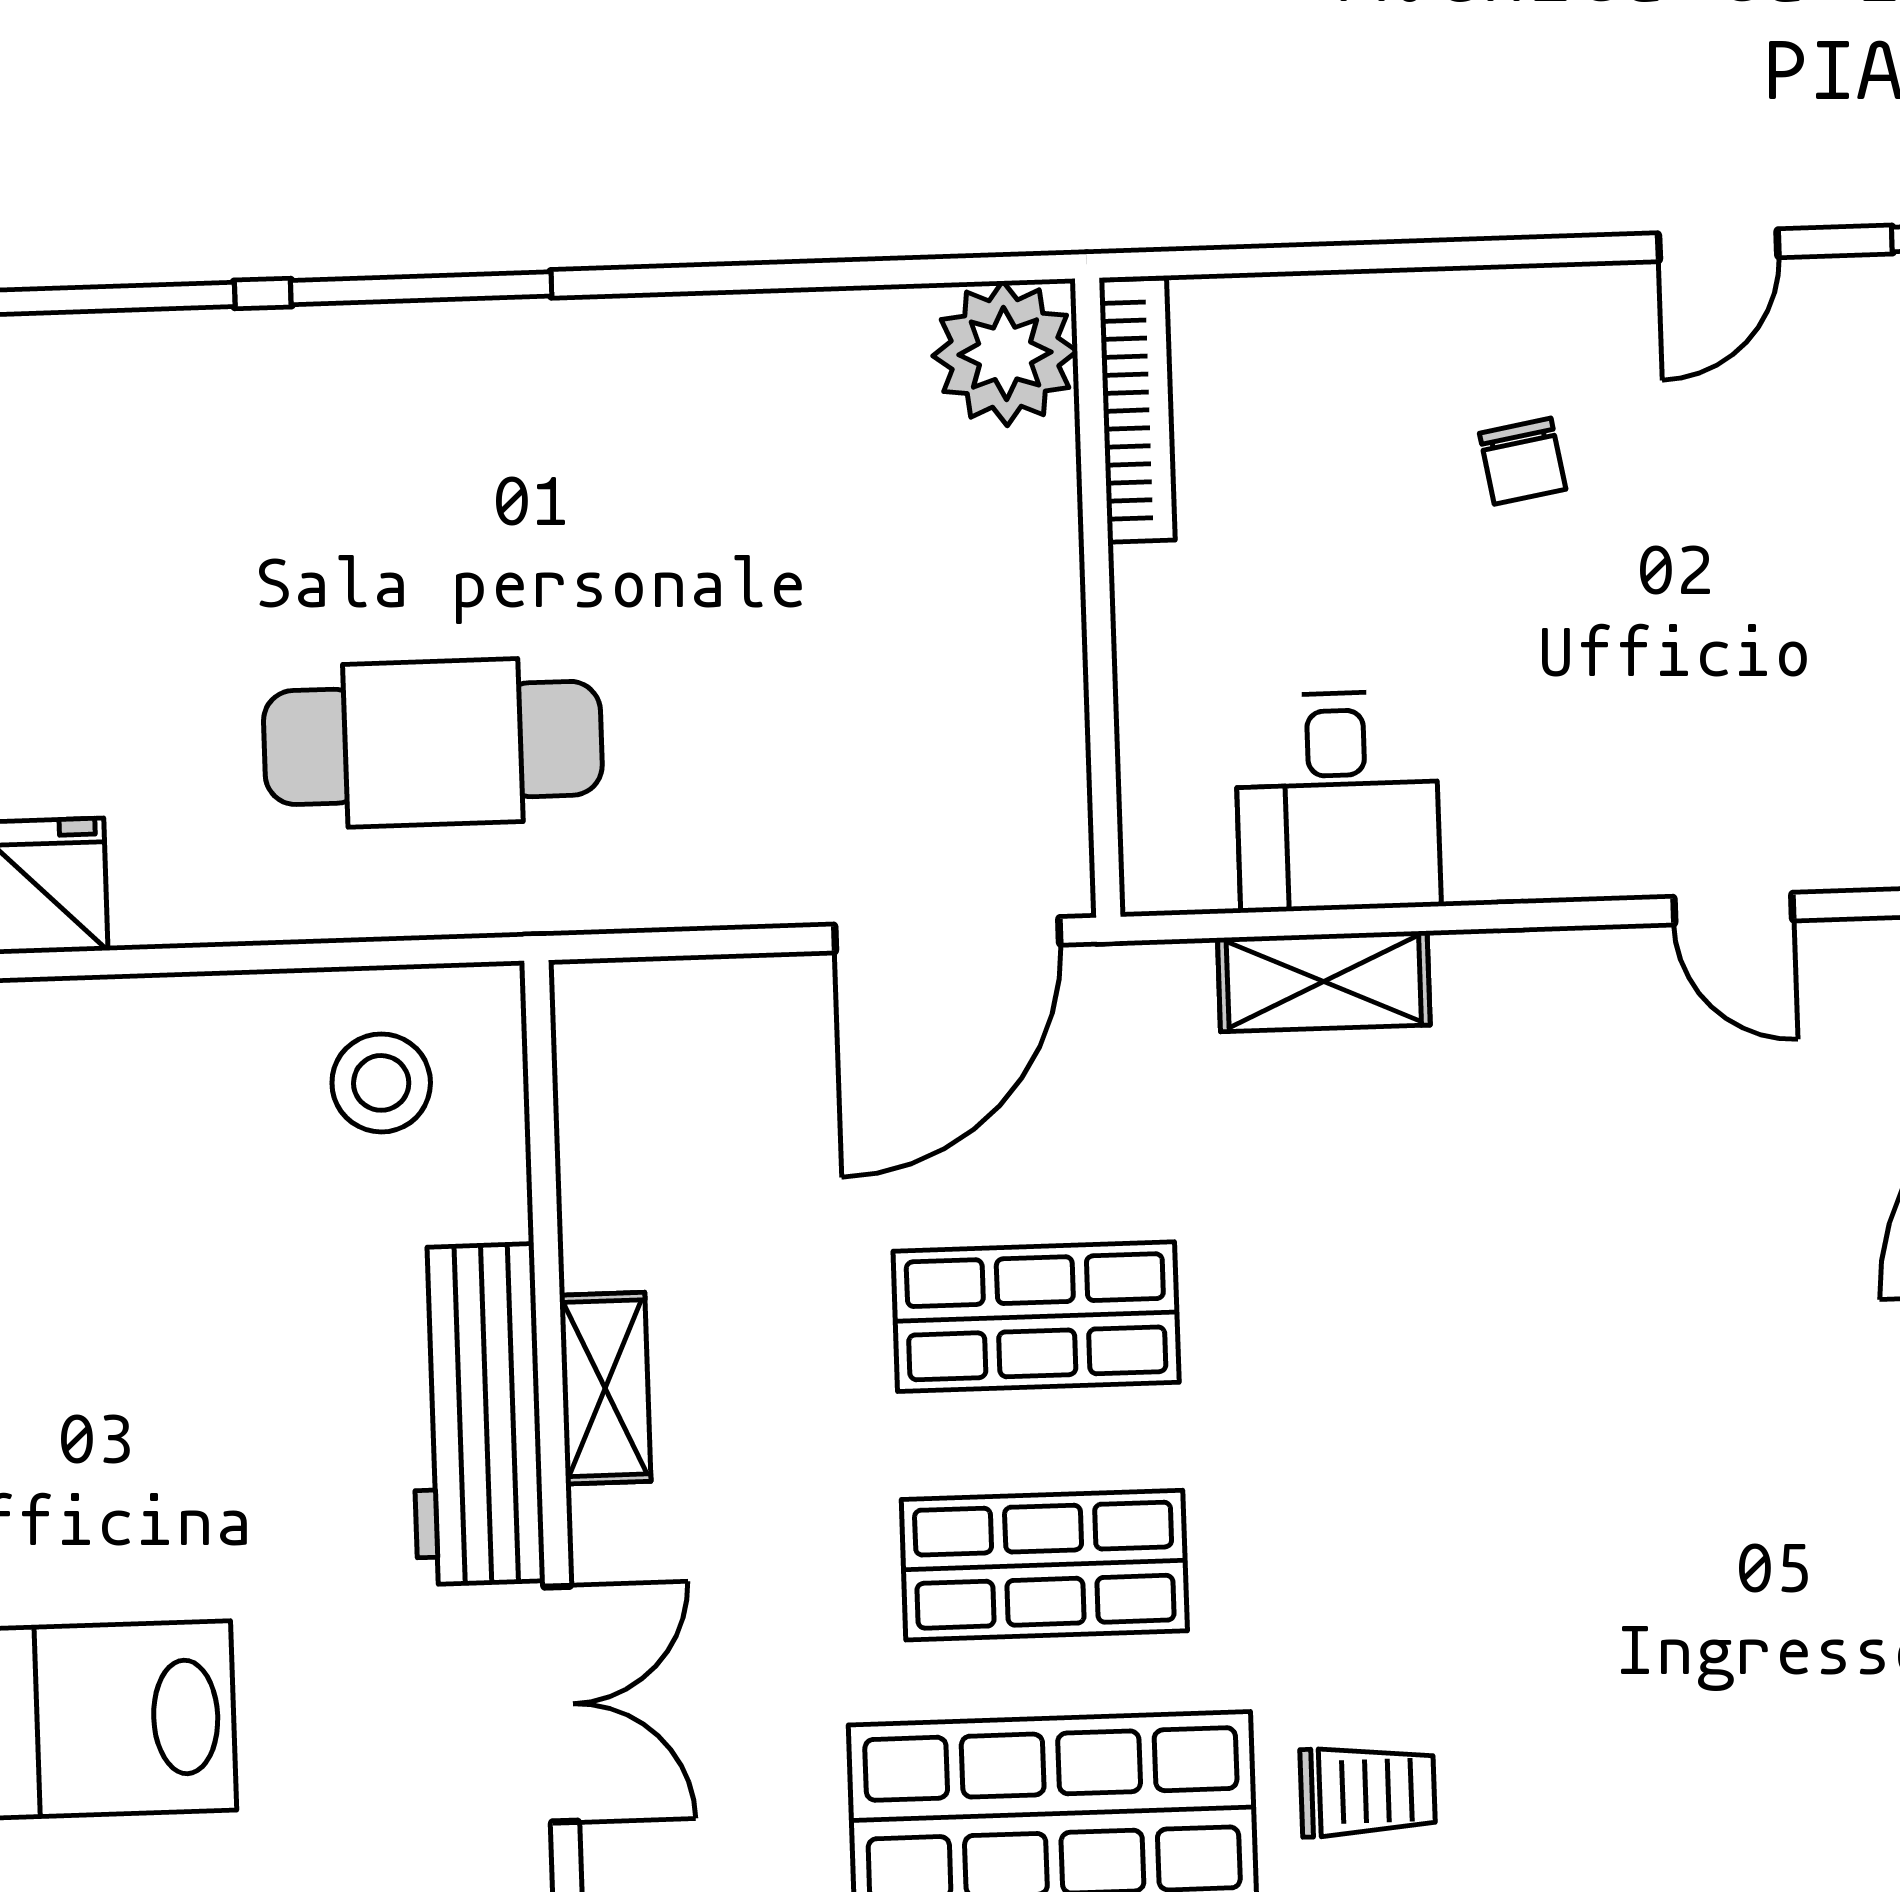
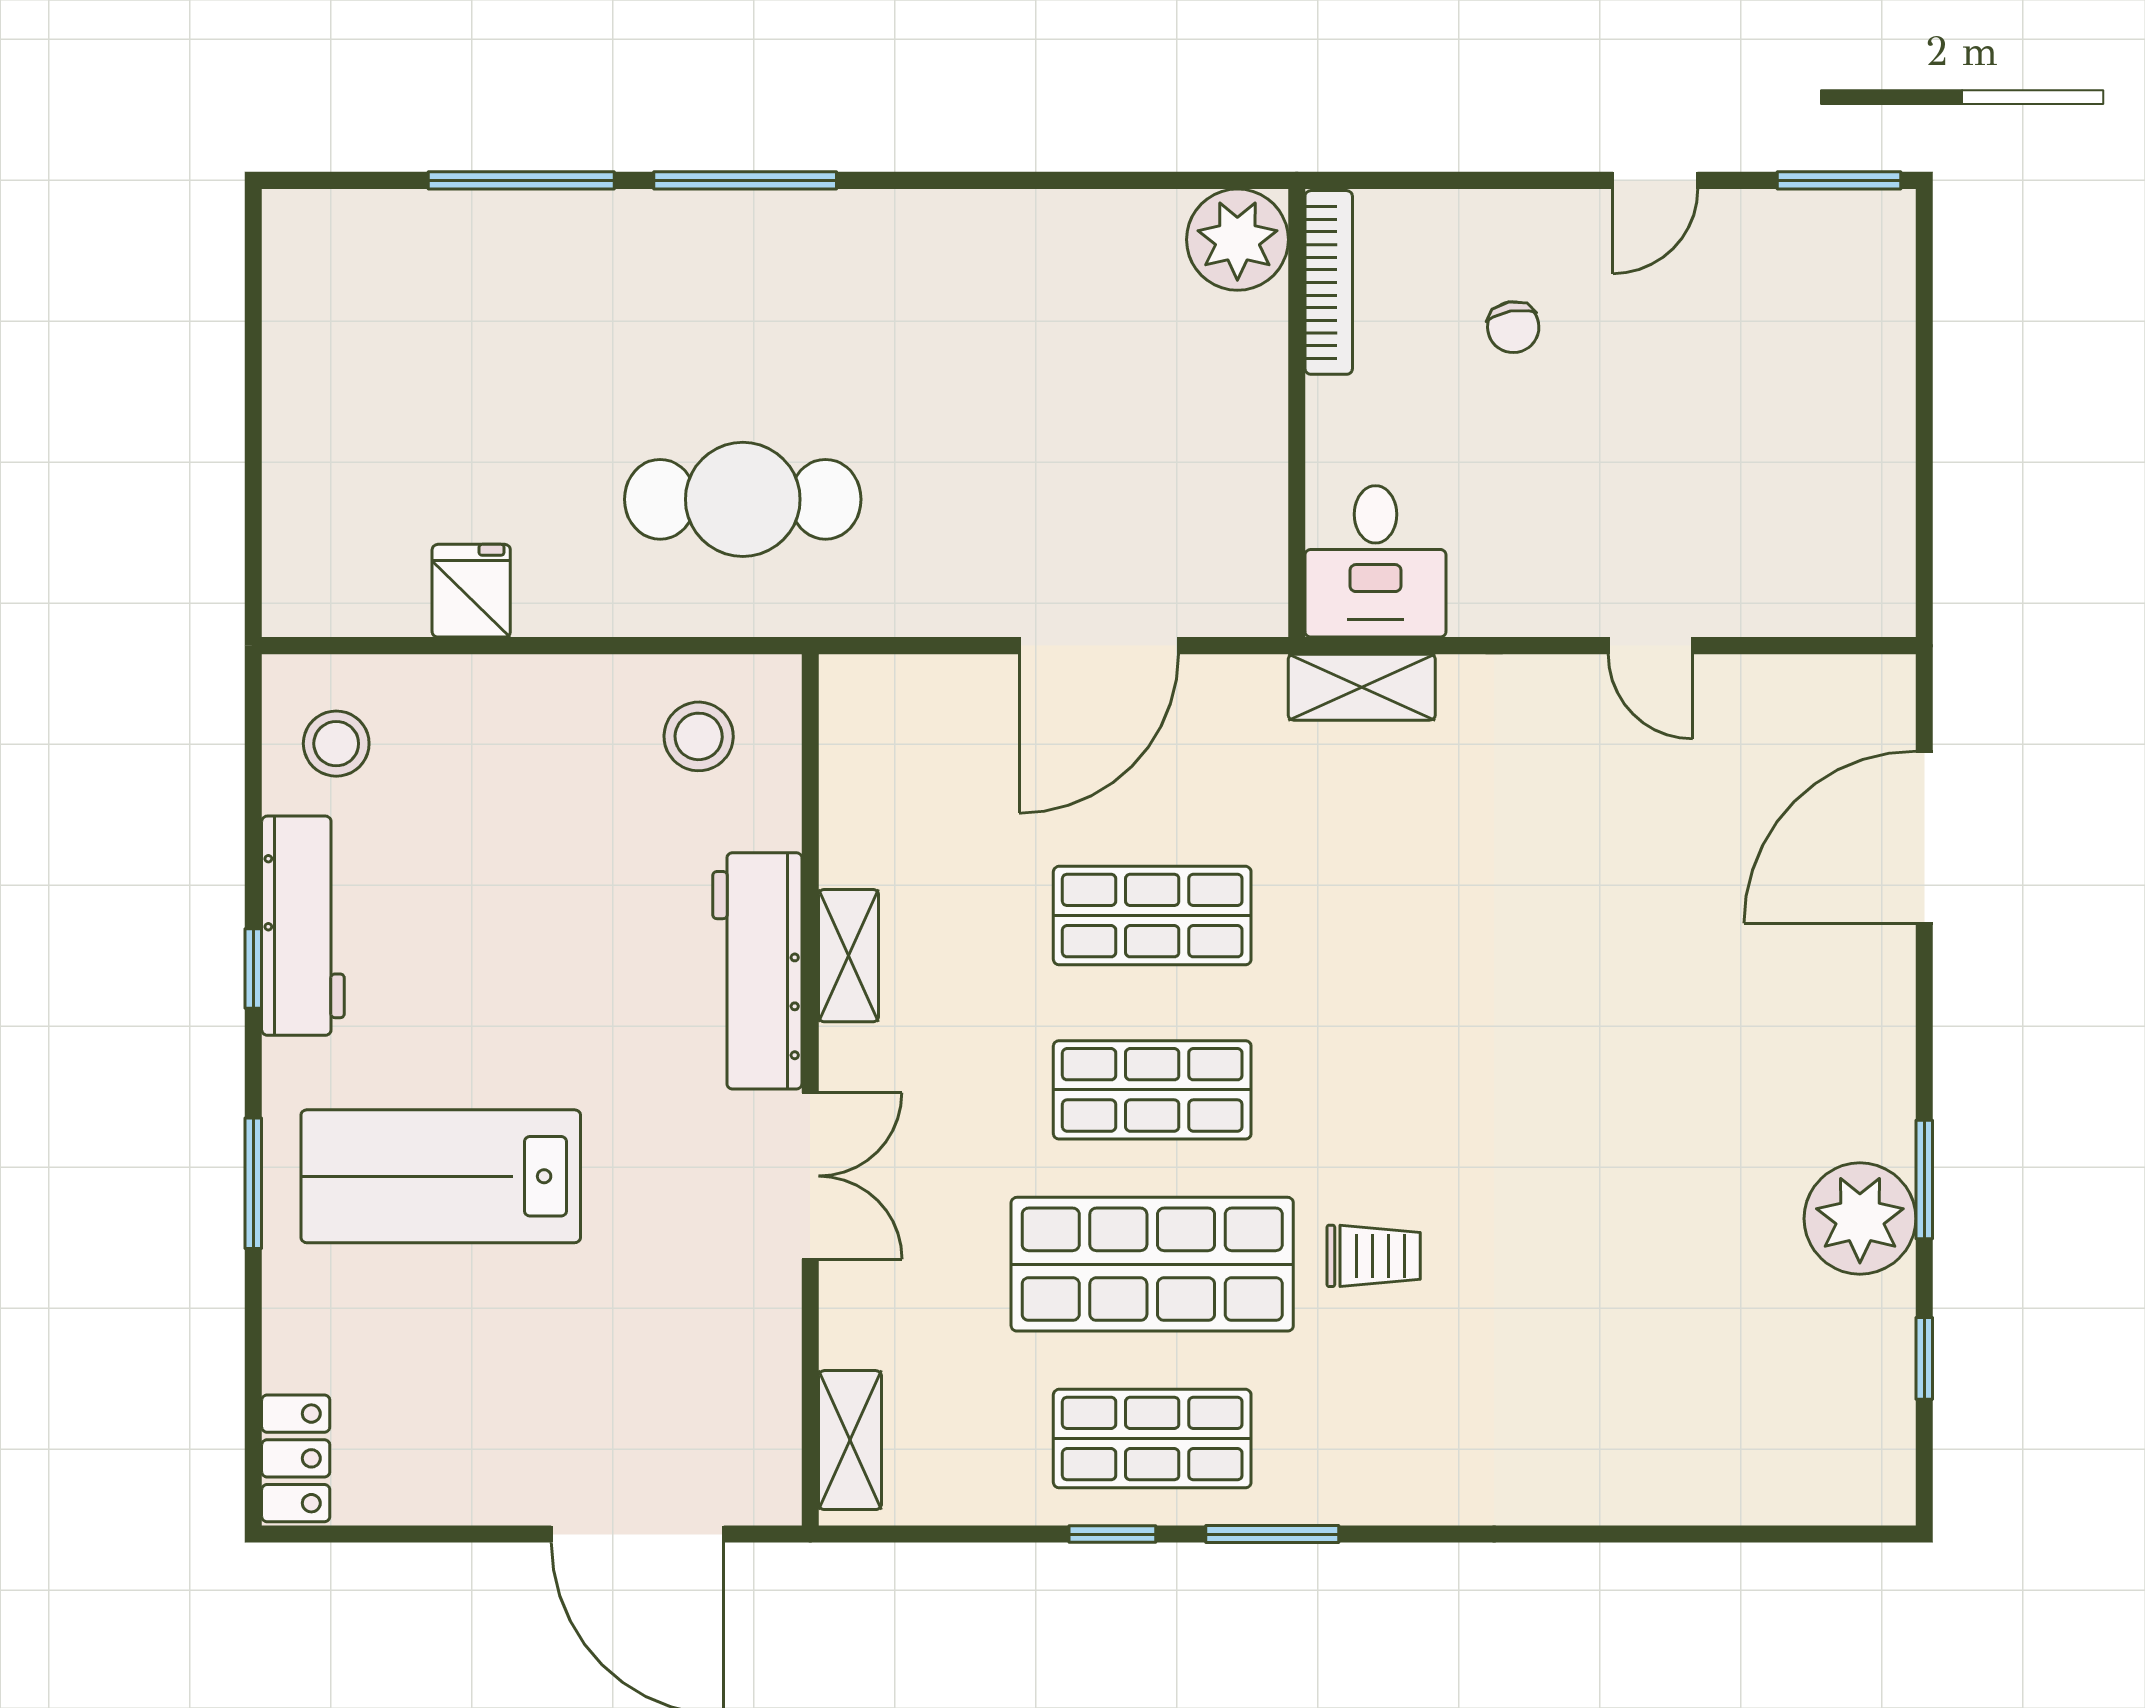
plant: (1005, 353) -> (1237, 240), moved
bookcase: (1137, 410) -> (1329, 282), moved
wall: (1098, 598) -> (1297, 413), moved

